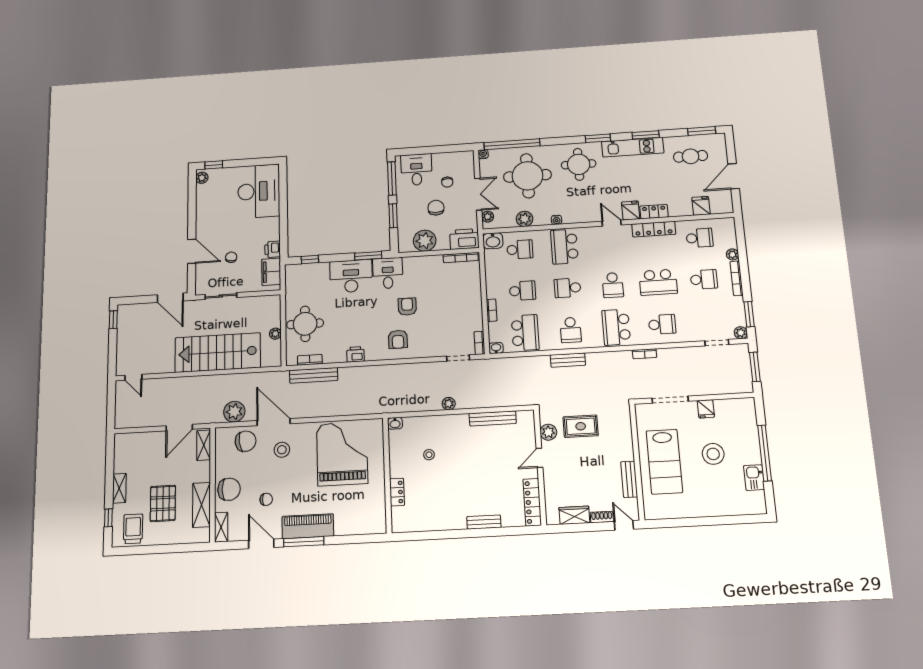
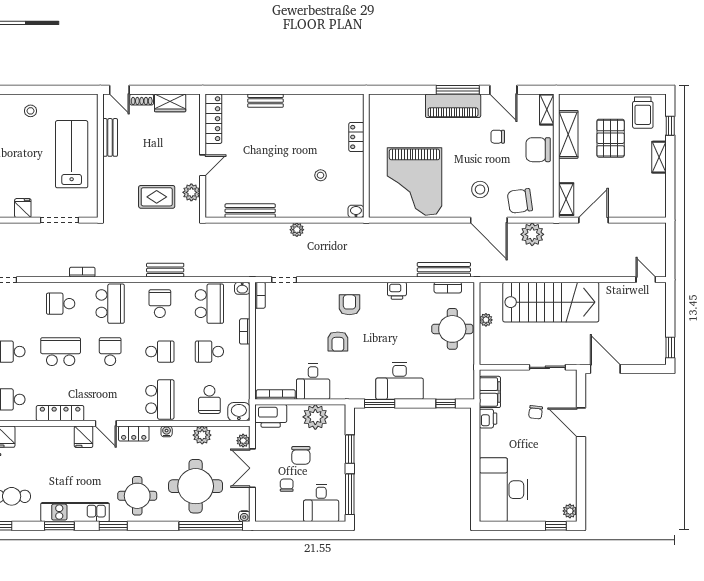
locker: (654, 212) -> (134, 434), moved
school desk: (520, 249) -> (209, 399), turned -90
desk: (388, 273) -> (313, 382), moved
school desk: (525, 333) -> (209, 304), turned 180
stool: (713, 454) -> (31, 111), moved, width x0.53, depth x0.53

